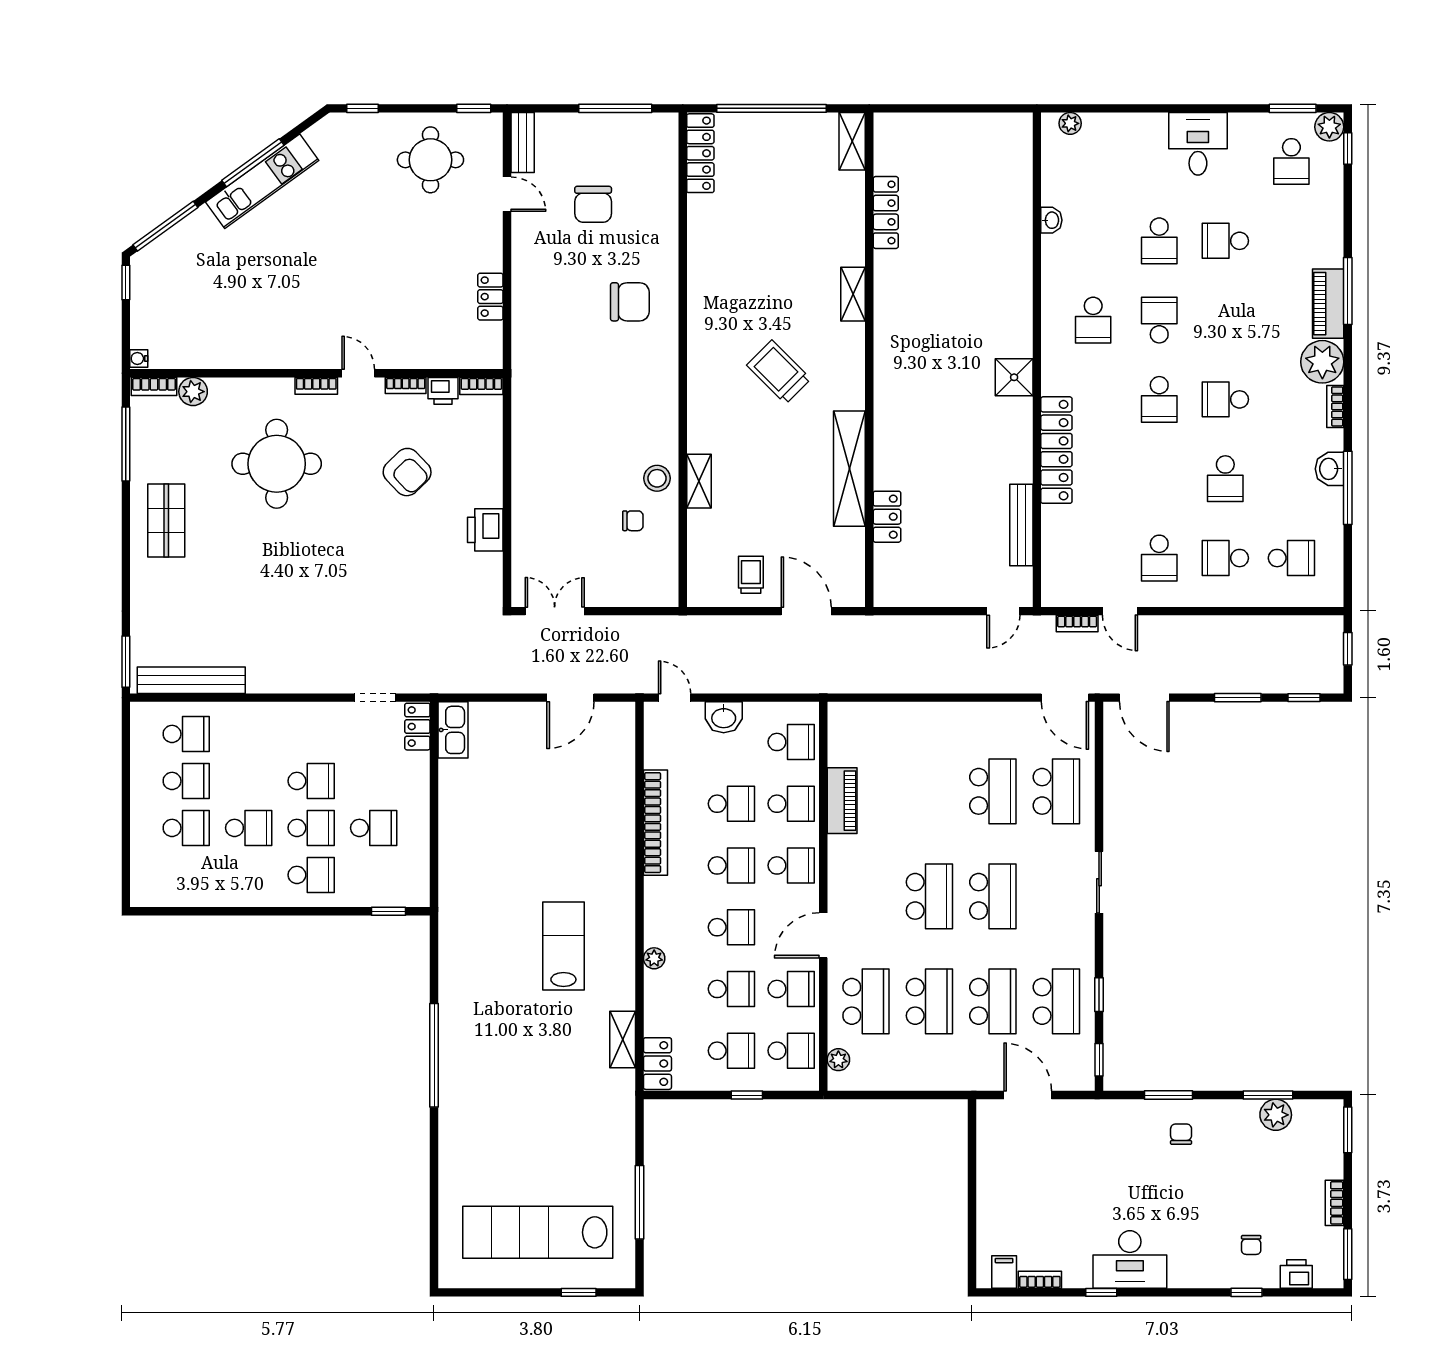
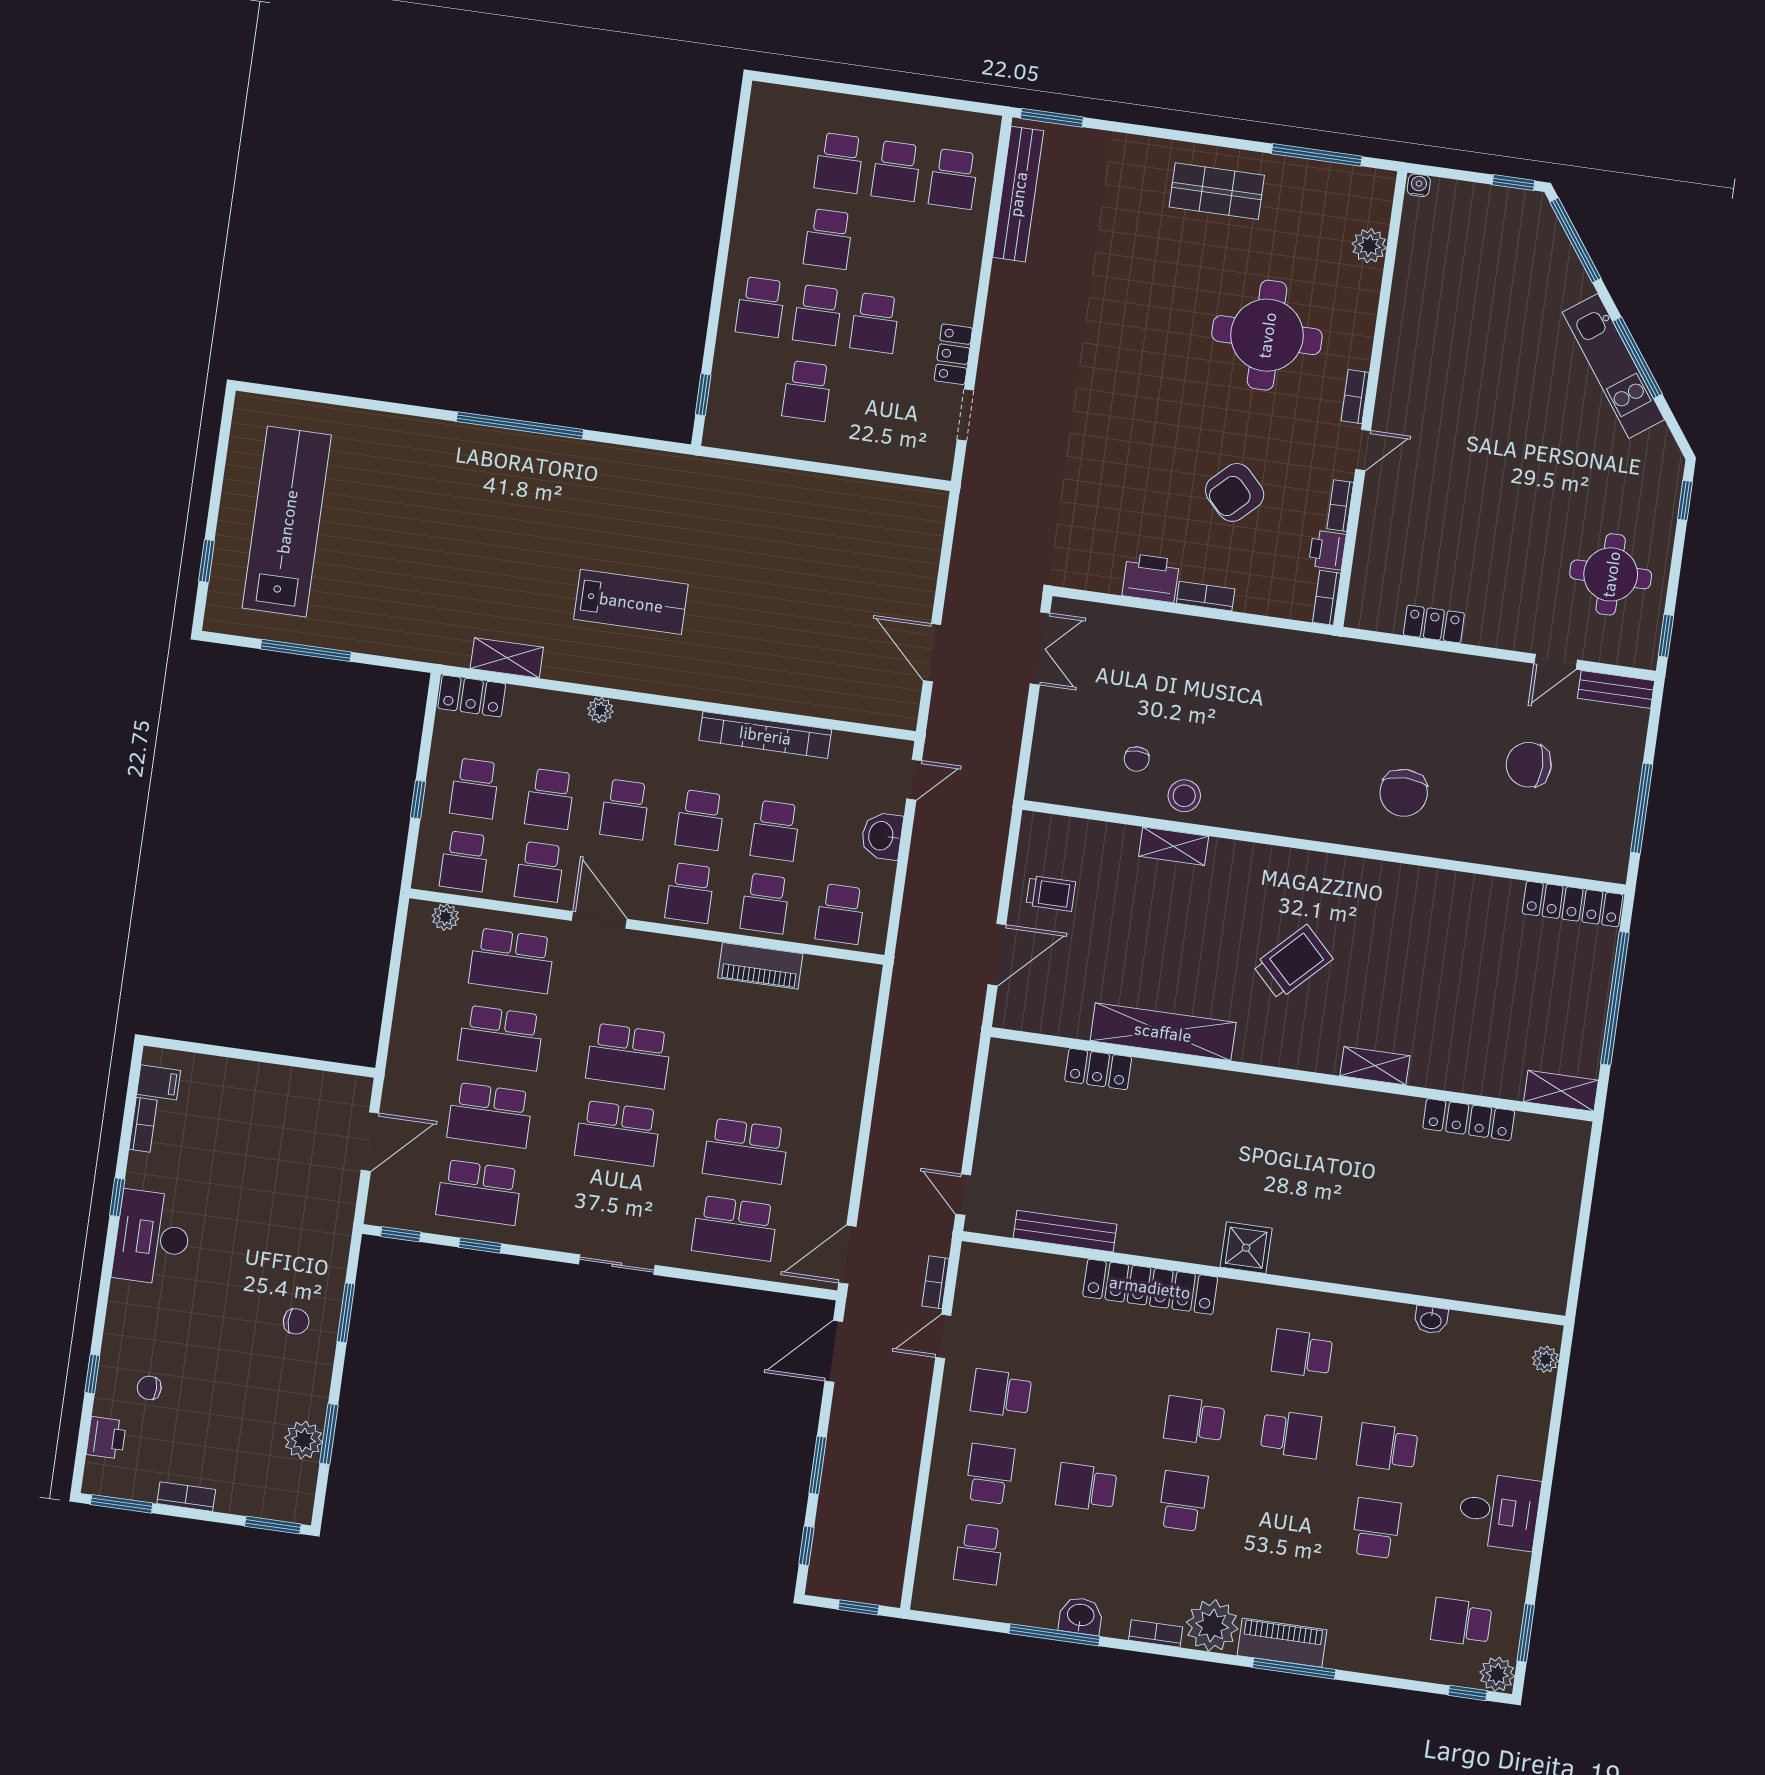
bookcase: (154, 386) -> (1206, 596), moved, turned 90
locker: (417, 727) -> (953, 354), moved, turned -90
kitchen sink: (453, 730) -> (913, 504), removed

